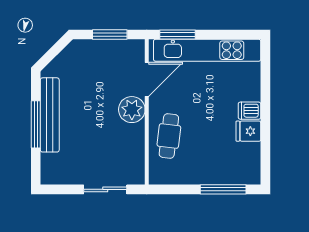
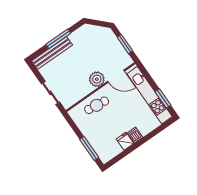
window: (177, 34) -> (163, 98), moved
bench: (50, 115) -> (52, 53), moved

